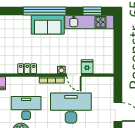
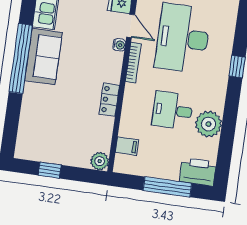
door: (74, 75) -> (131, 26), hinge flipped
desk: (26, 108) -> (173, 110), width x0.73

